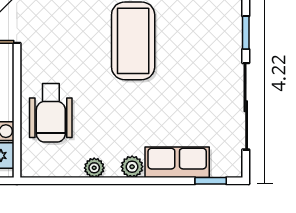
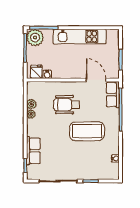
wheelchair: (51, 113) -> (67, 105), moved
plant: (132, 167) -> (31, 104), moved

